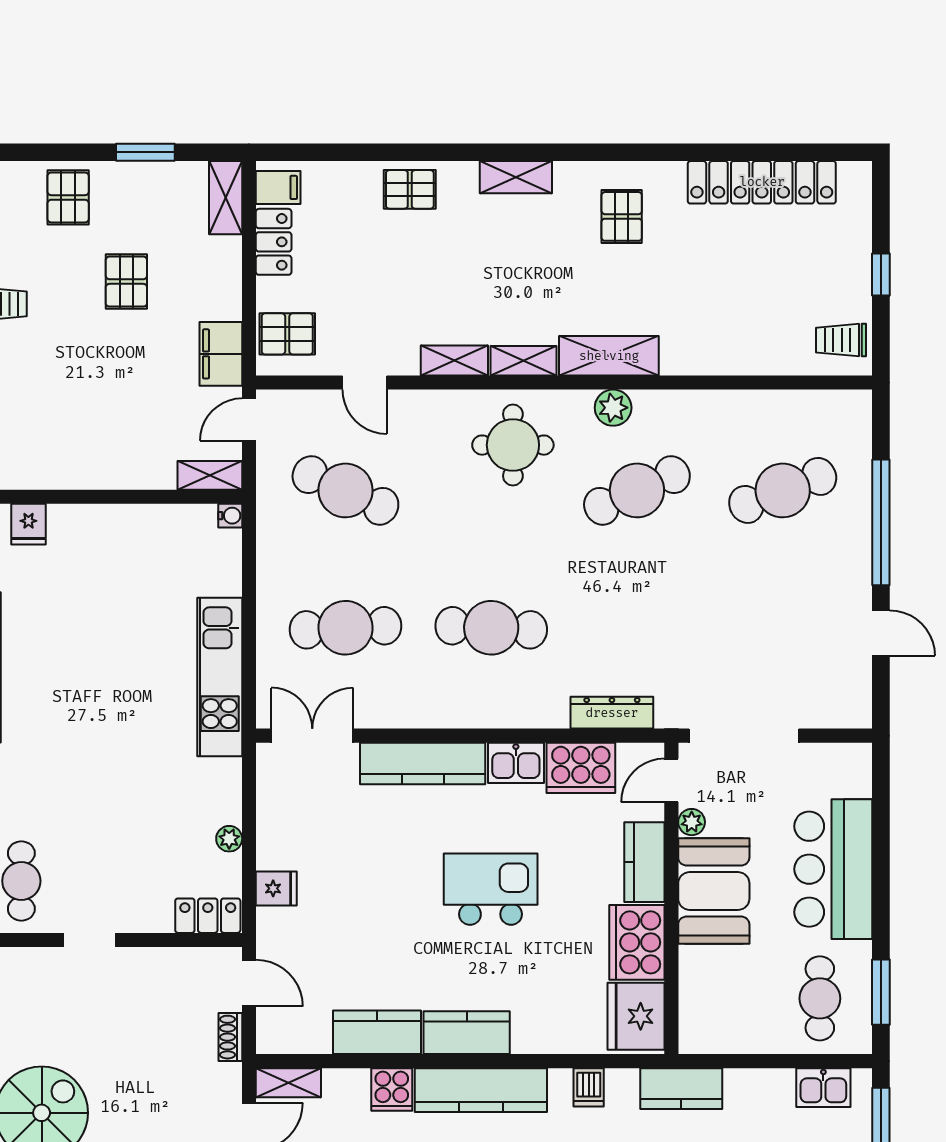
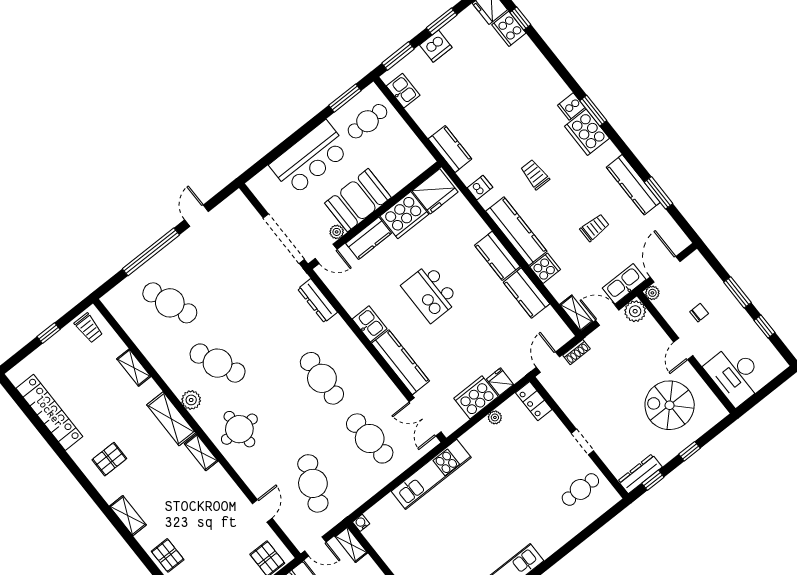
shelving: (454, 361) -> (134, 368), moved
cooker: (581, 768) -> (476, 397), moved, turned -90

